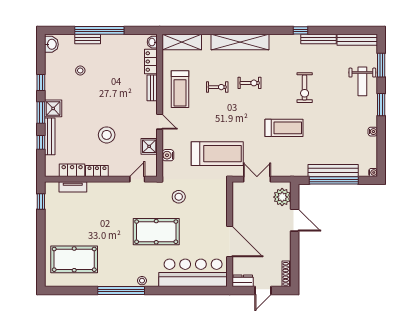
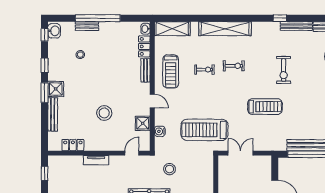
window: (41, 142) -> (45, 35), moved
treadmill: (217, 154) -> (204, 130), turned 180
locker: (97, 171) -> (95, 146), removed
tv unit: (73, 187) -> (96, 160), moved
plant: (282, 197) -> (263, 169), removed

